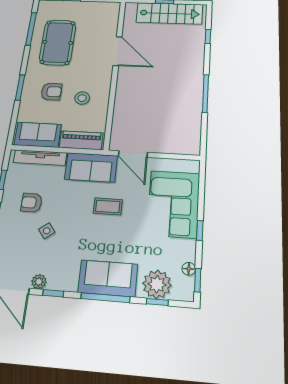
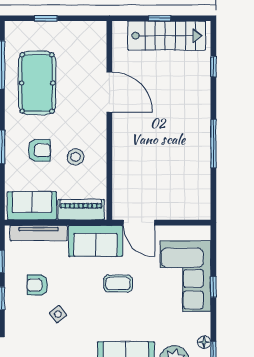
window: (200, 230) -> (213, 287), moved

